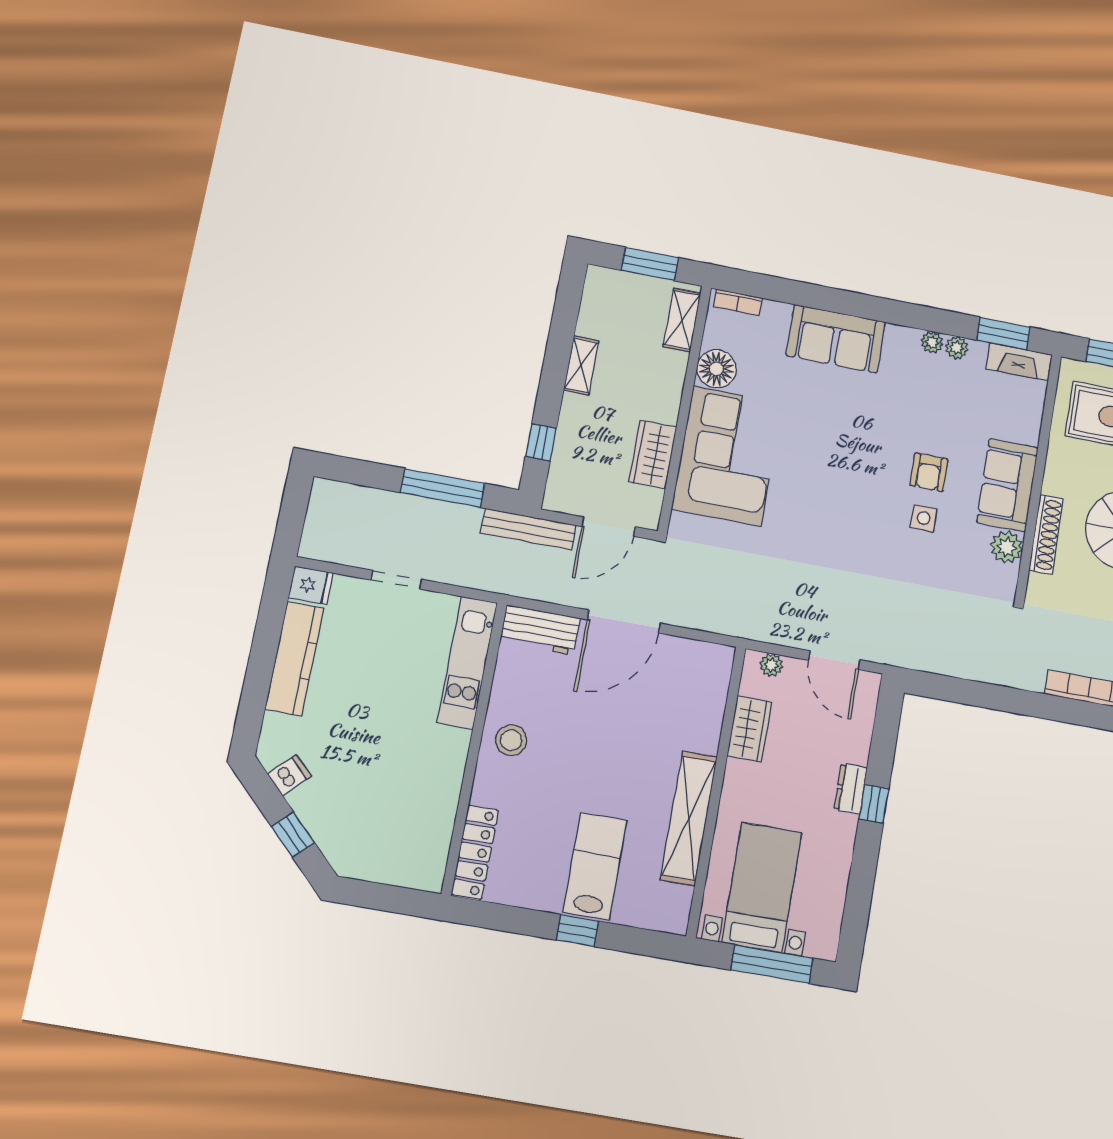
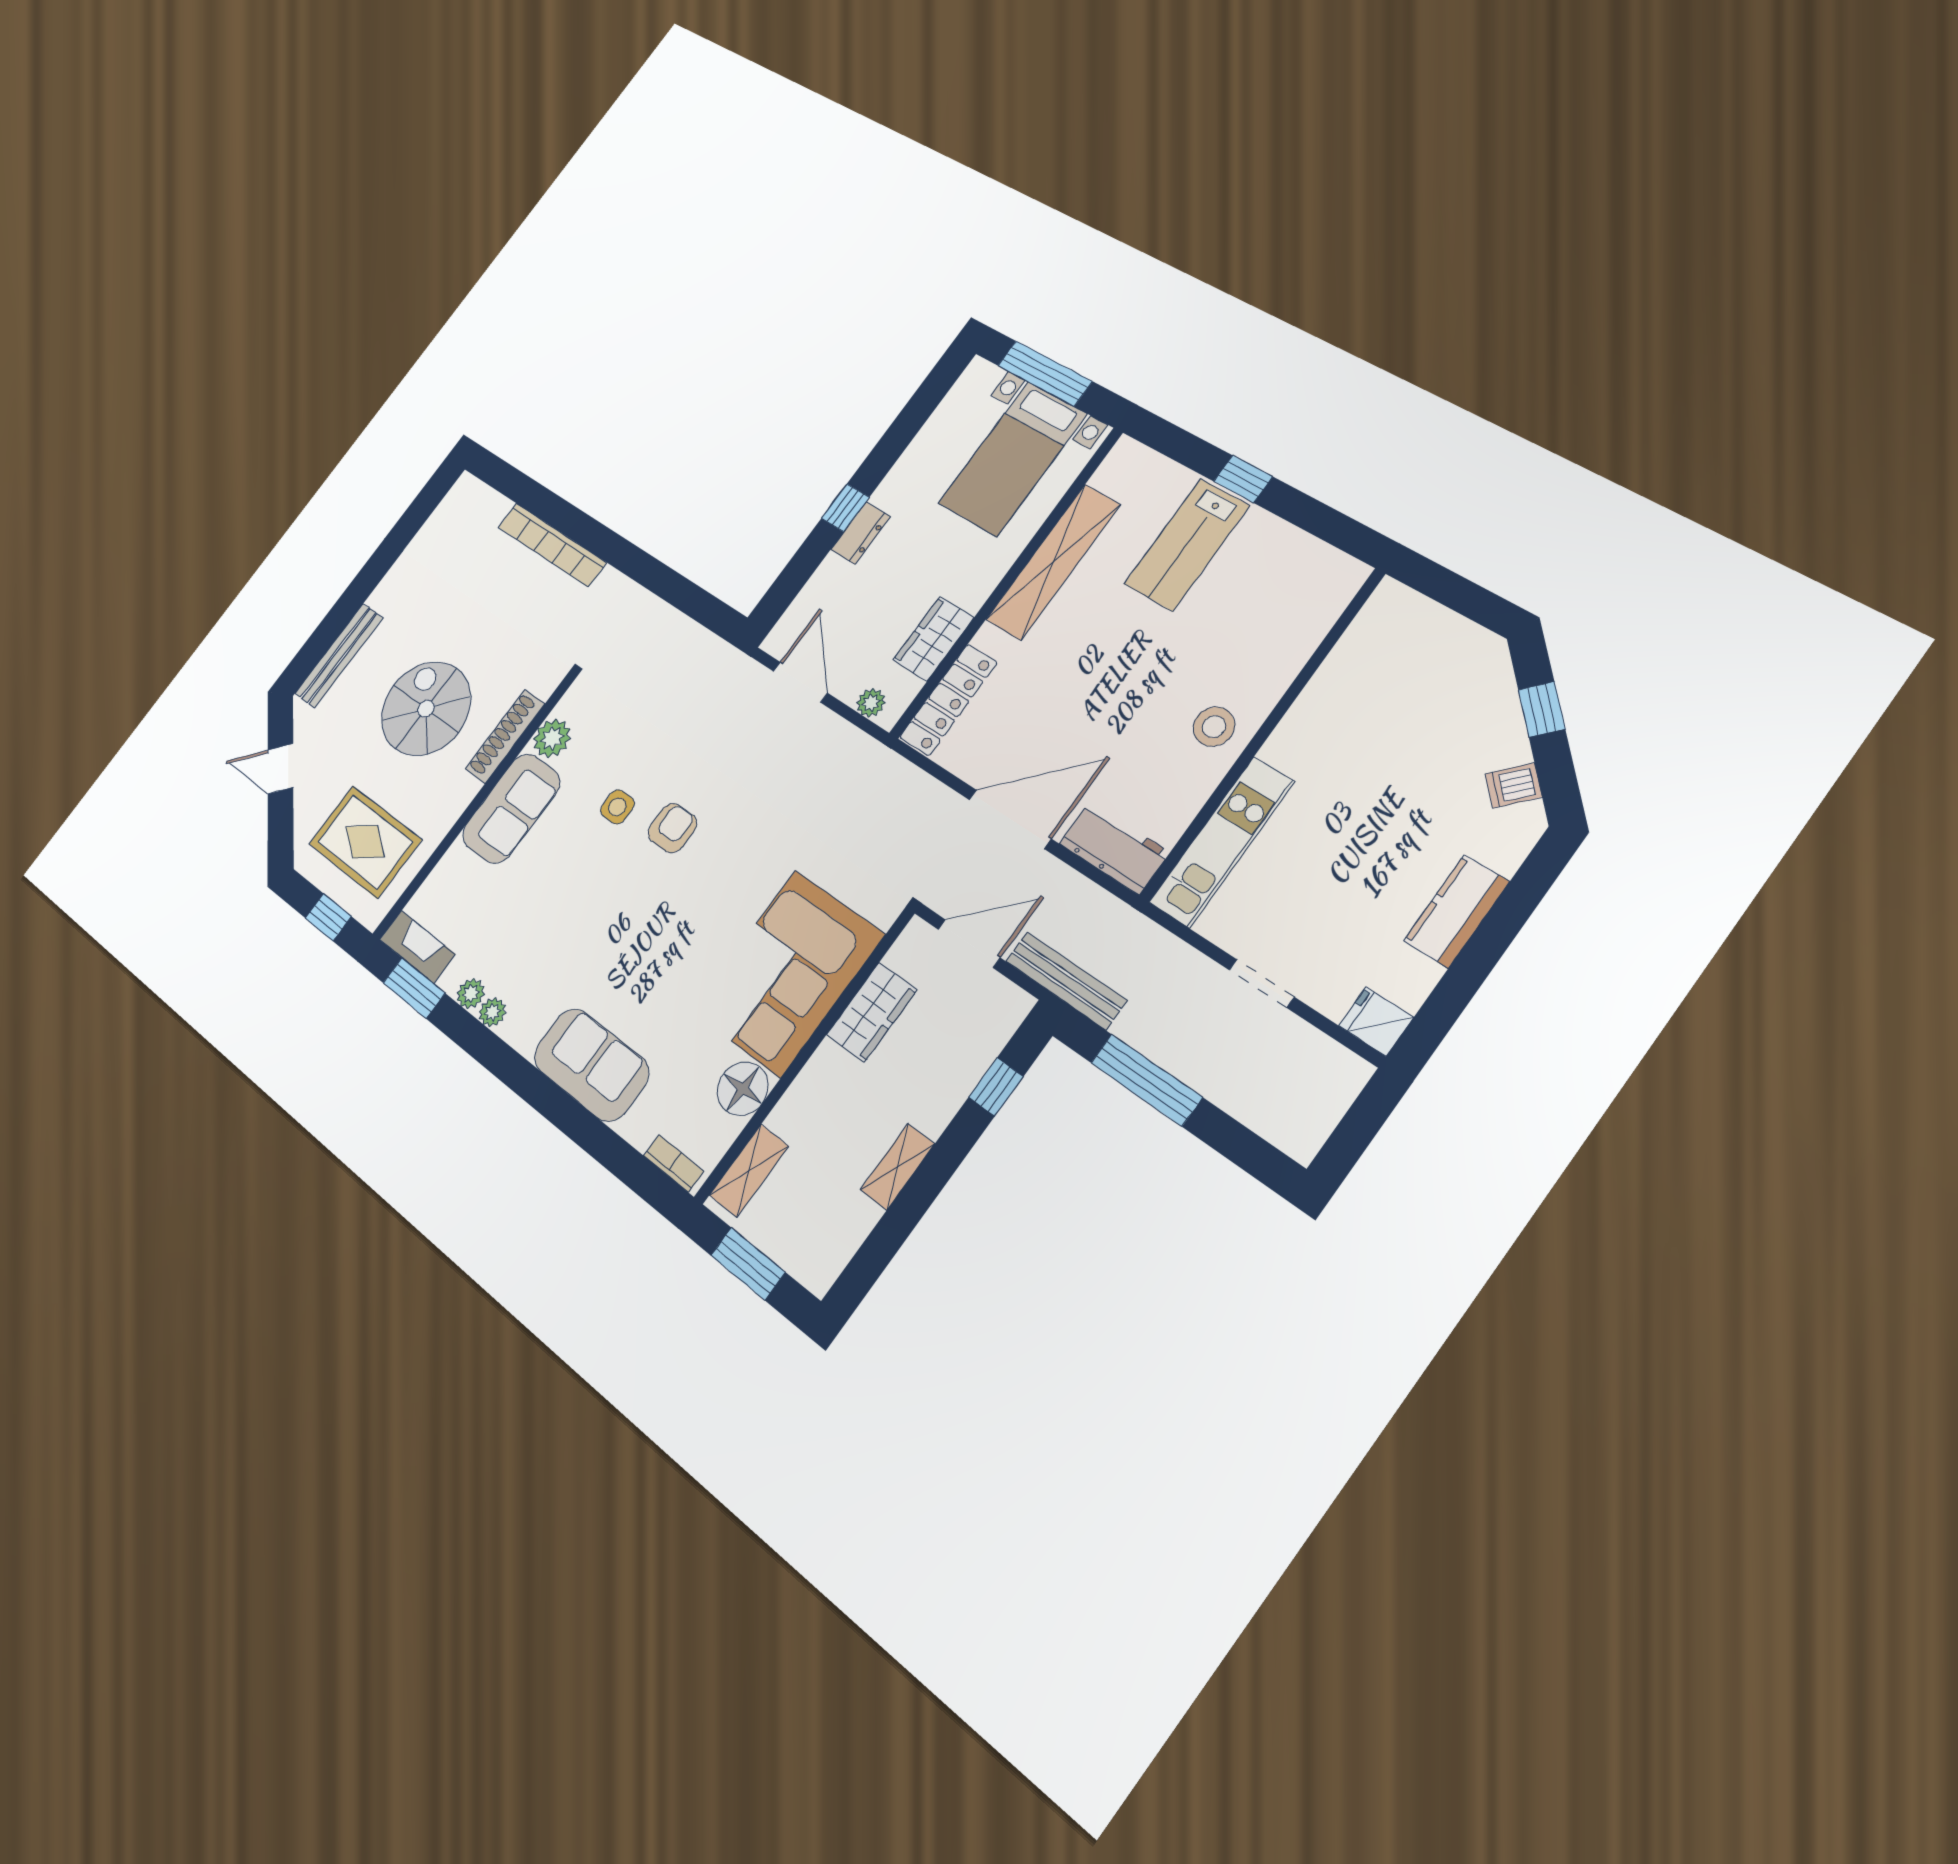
armchair: (929, 472) -> (672, 828), moved
kitchen counter: (294, 659) -> (1456, 911), width x0.67
locker: (475, 852) -> (948, 700), moved, turned 180

